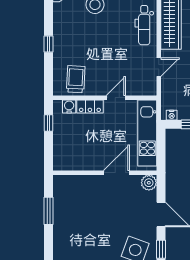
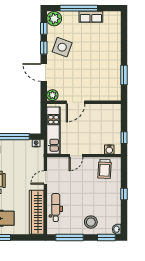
locker: (90, 107) -> (94, 149), removed

